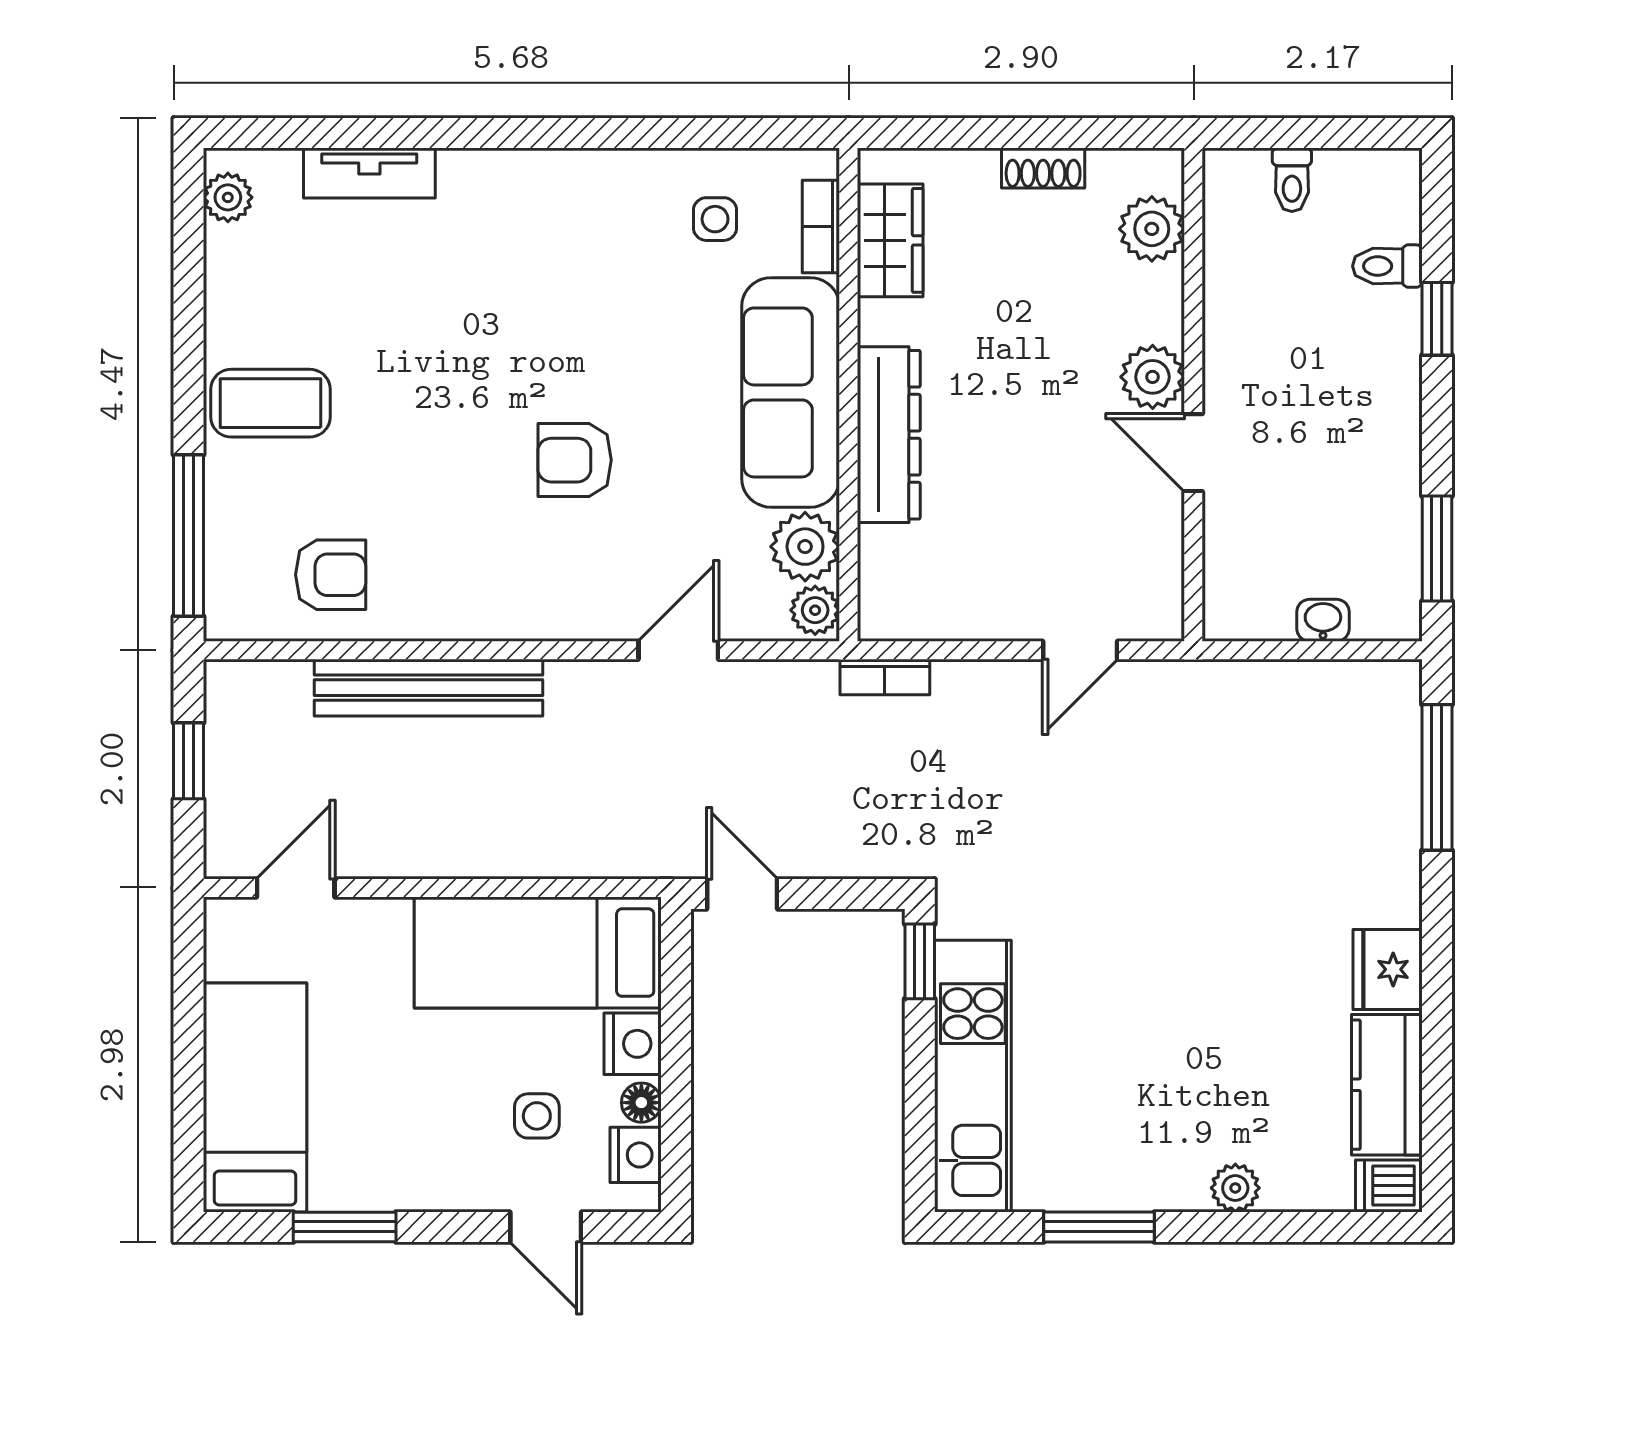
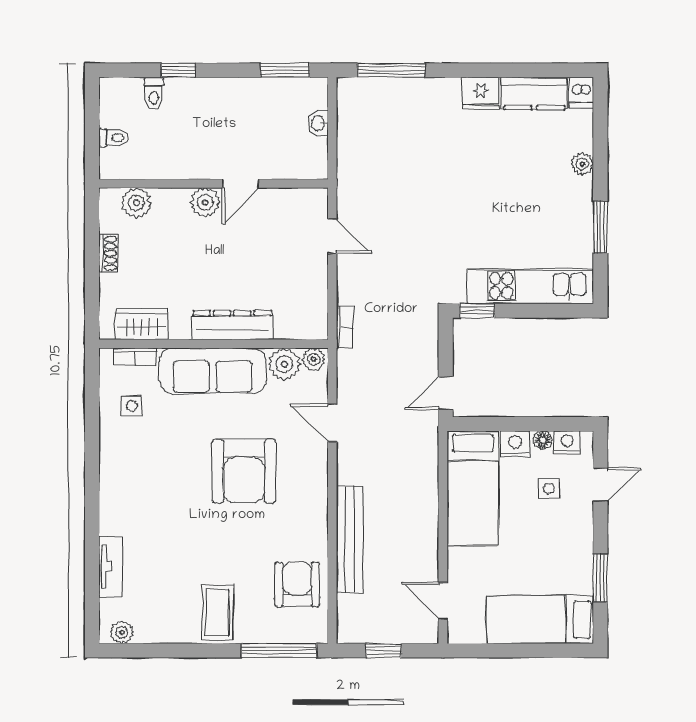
armchair: (575, 460) -> (244, 471), width x1.88, depth x1.88
armchair: (331, 575) -> (297, 585), width x1.38, depth x1.38

